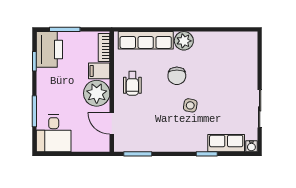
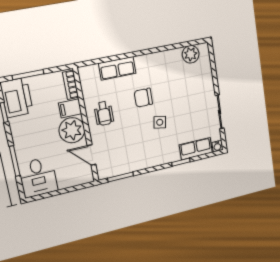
row of seats: (146, 40) -> (117, 68), width x0.68
plant: (184, 41) -> (191, 54), moved
chair: (177, 76) -> (143, 98), turned 90

